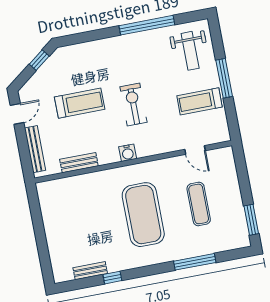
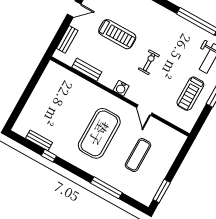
treadmill: (200, 101) -> (190, 94), turned -90
exercise bike: (133, 104) -> (149, 62), width x0.73, depth x0.72
bench: (35, 149) -> (67, 39), width x0.73
door: (195, 150) -> (144, 110), moved

